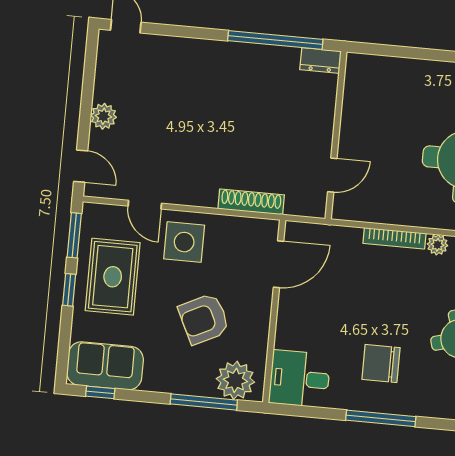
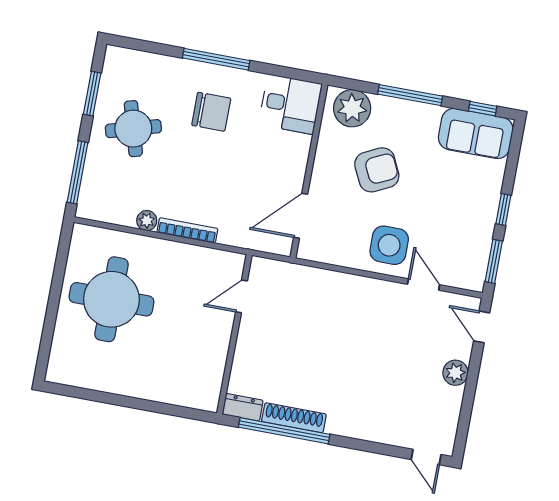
shoe rack: (251, 202) -> (294, 418), moved, turned 180
rug: (113, 277) -> (461, 218), removed
window: (204, 402) -> (410, 95), moved

